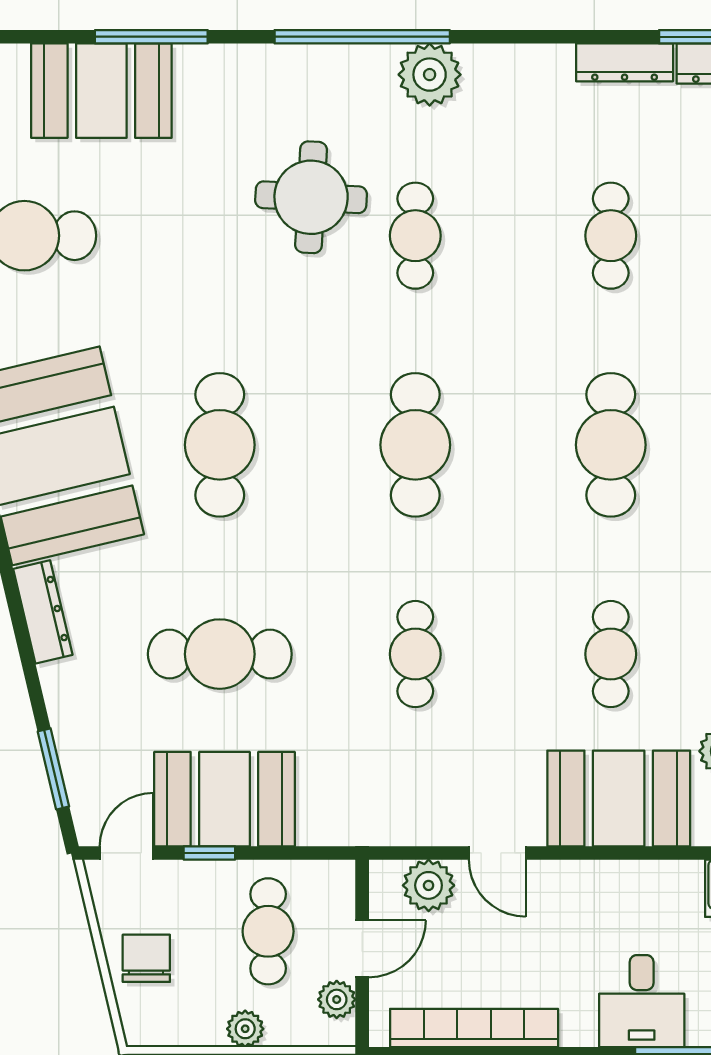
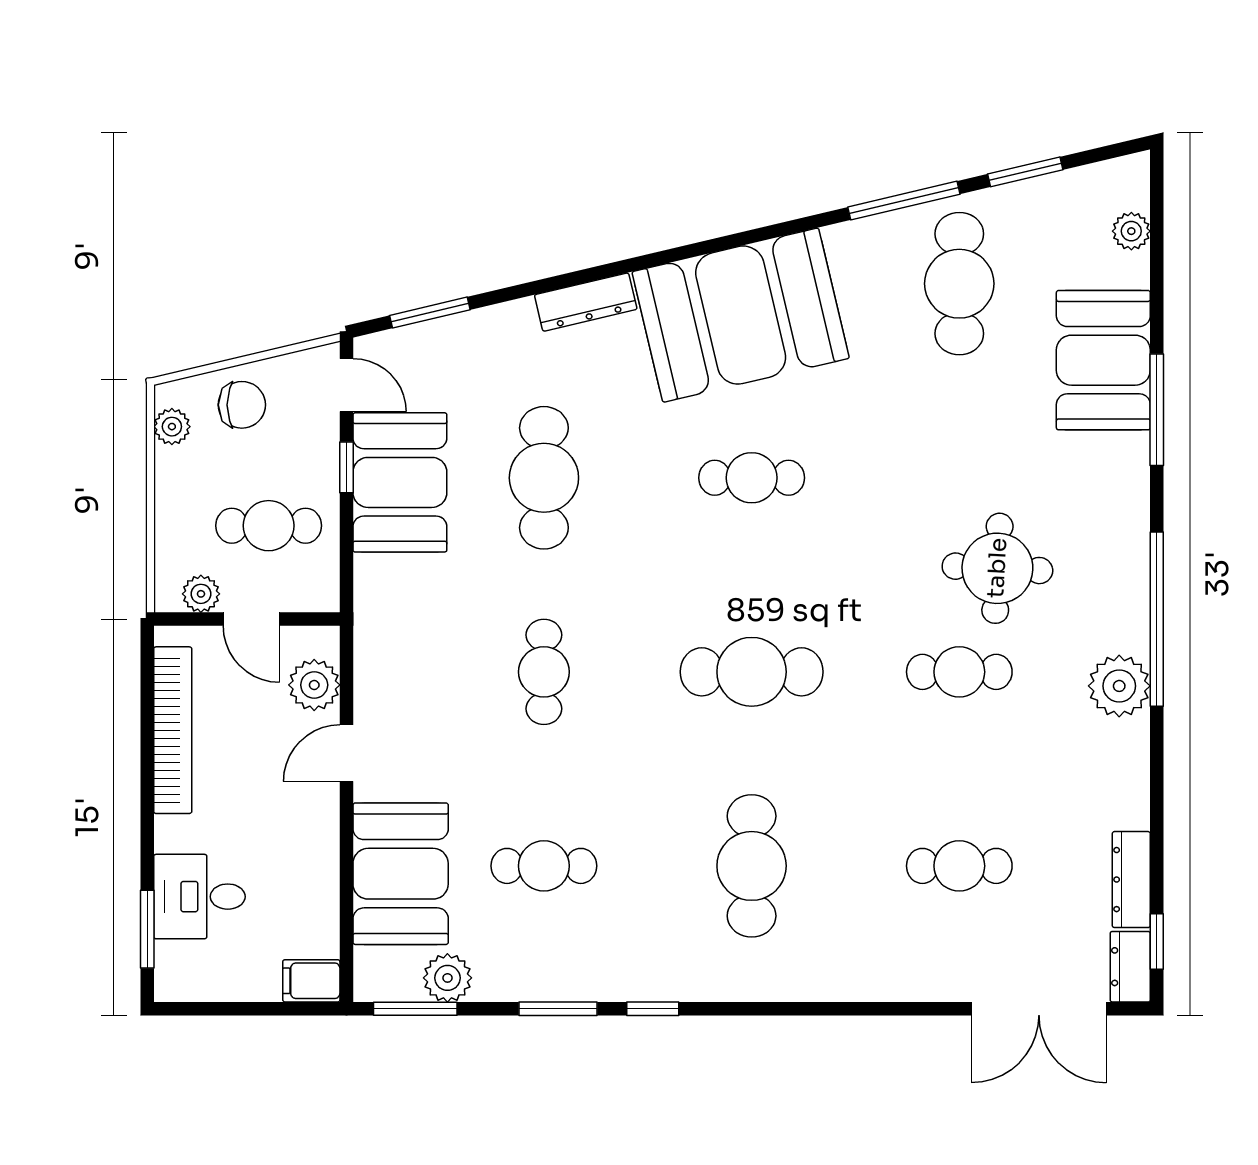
cafe table: (220, 445) -> (752, 478), width x0.73, depth x0.74
cafe table: (611, 445) -> (752, 866), turned 90
cafe table: (415, 654) -> (544, 672), turned 90
plant: (245, 1029) -> (172, 427), moved

